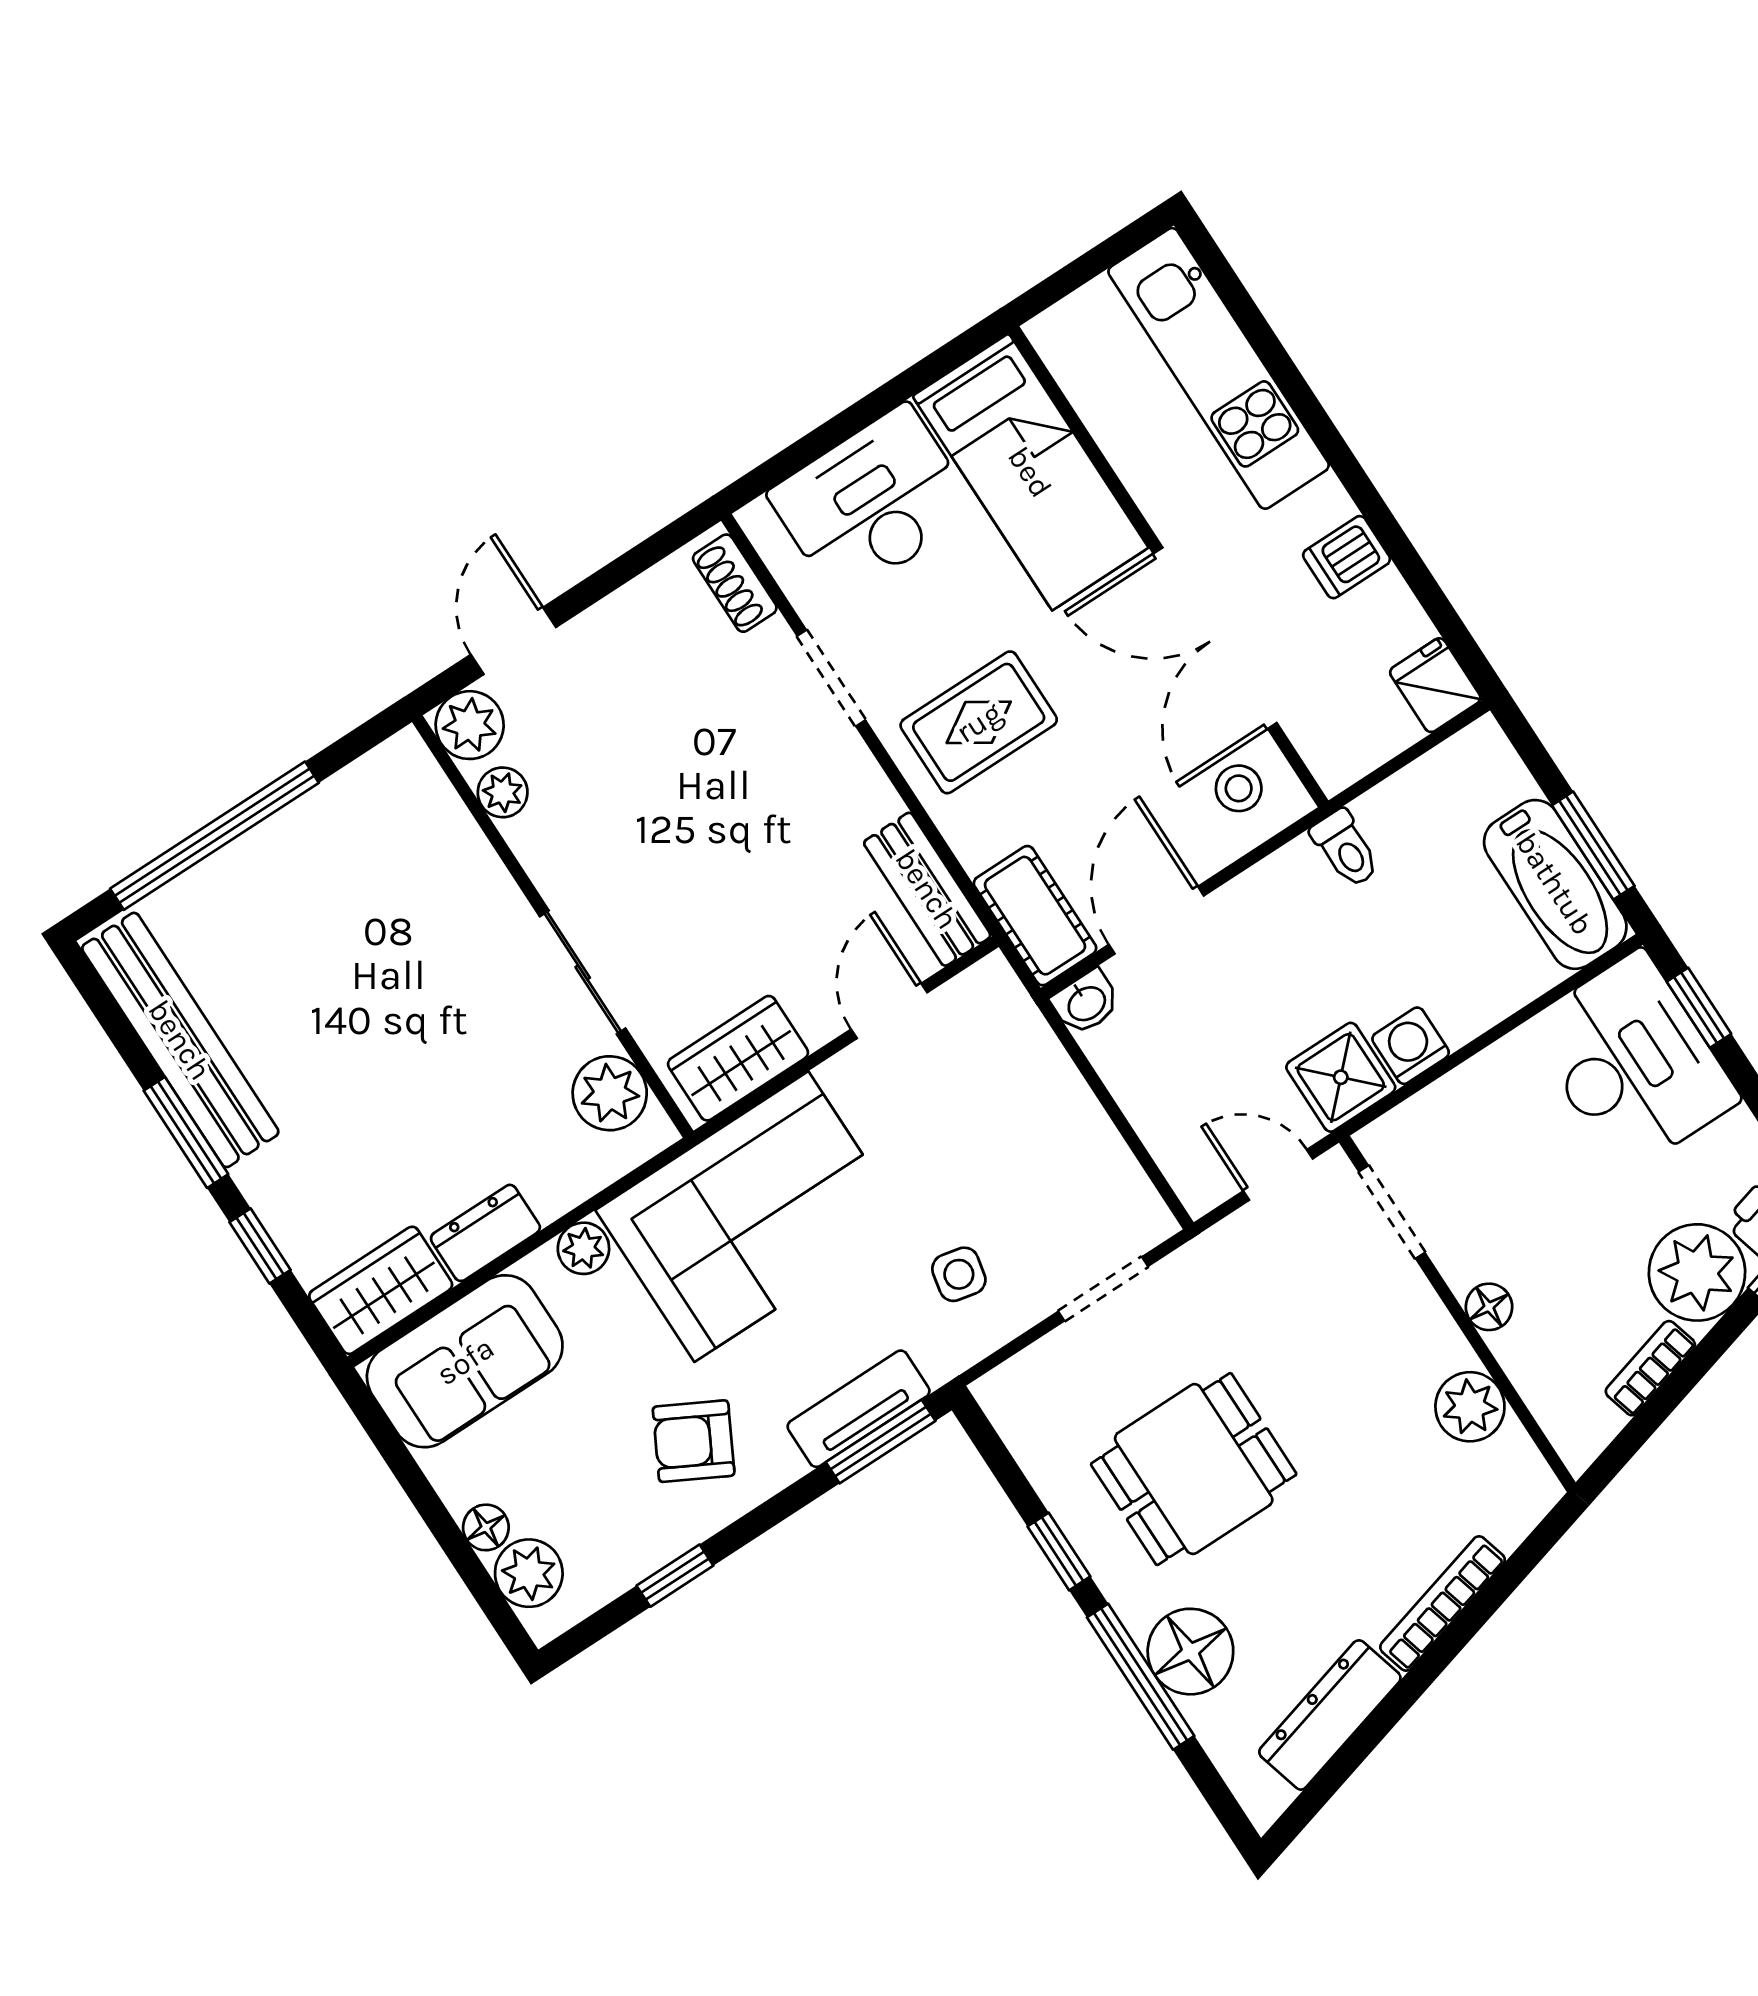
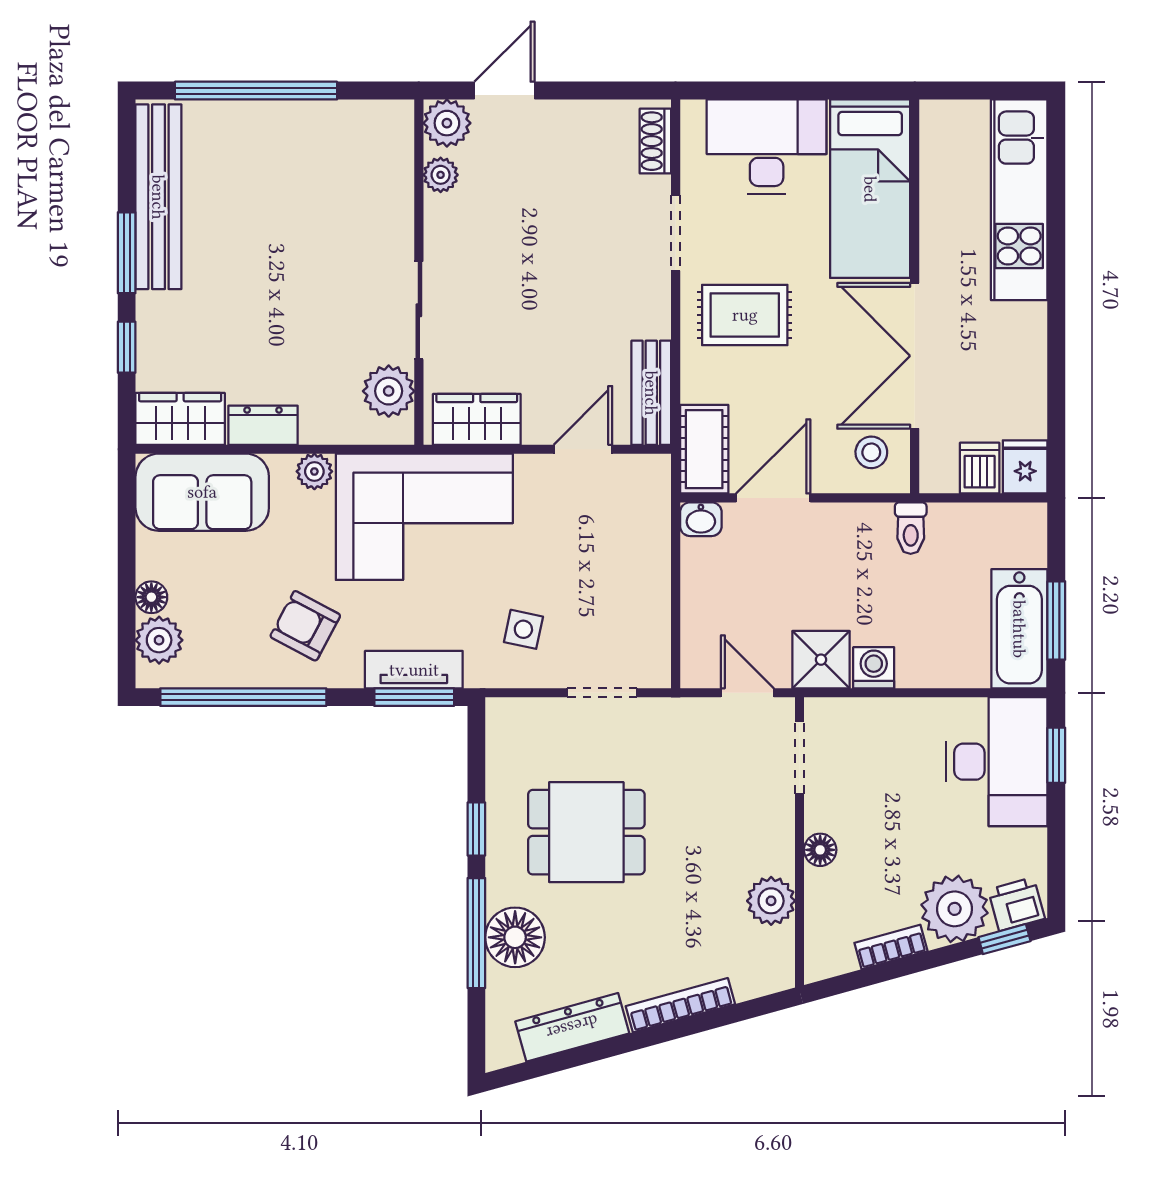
dishwasher: (1347, 557) -> (980, 468), moved, turned 90
window: (675, 1576) -> (243, 697), width x3.17

